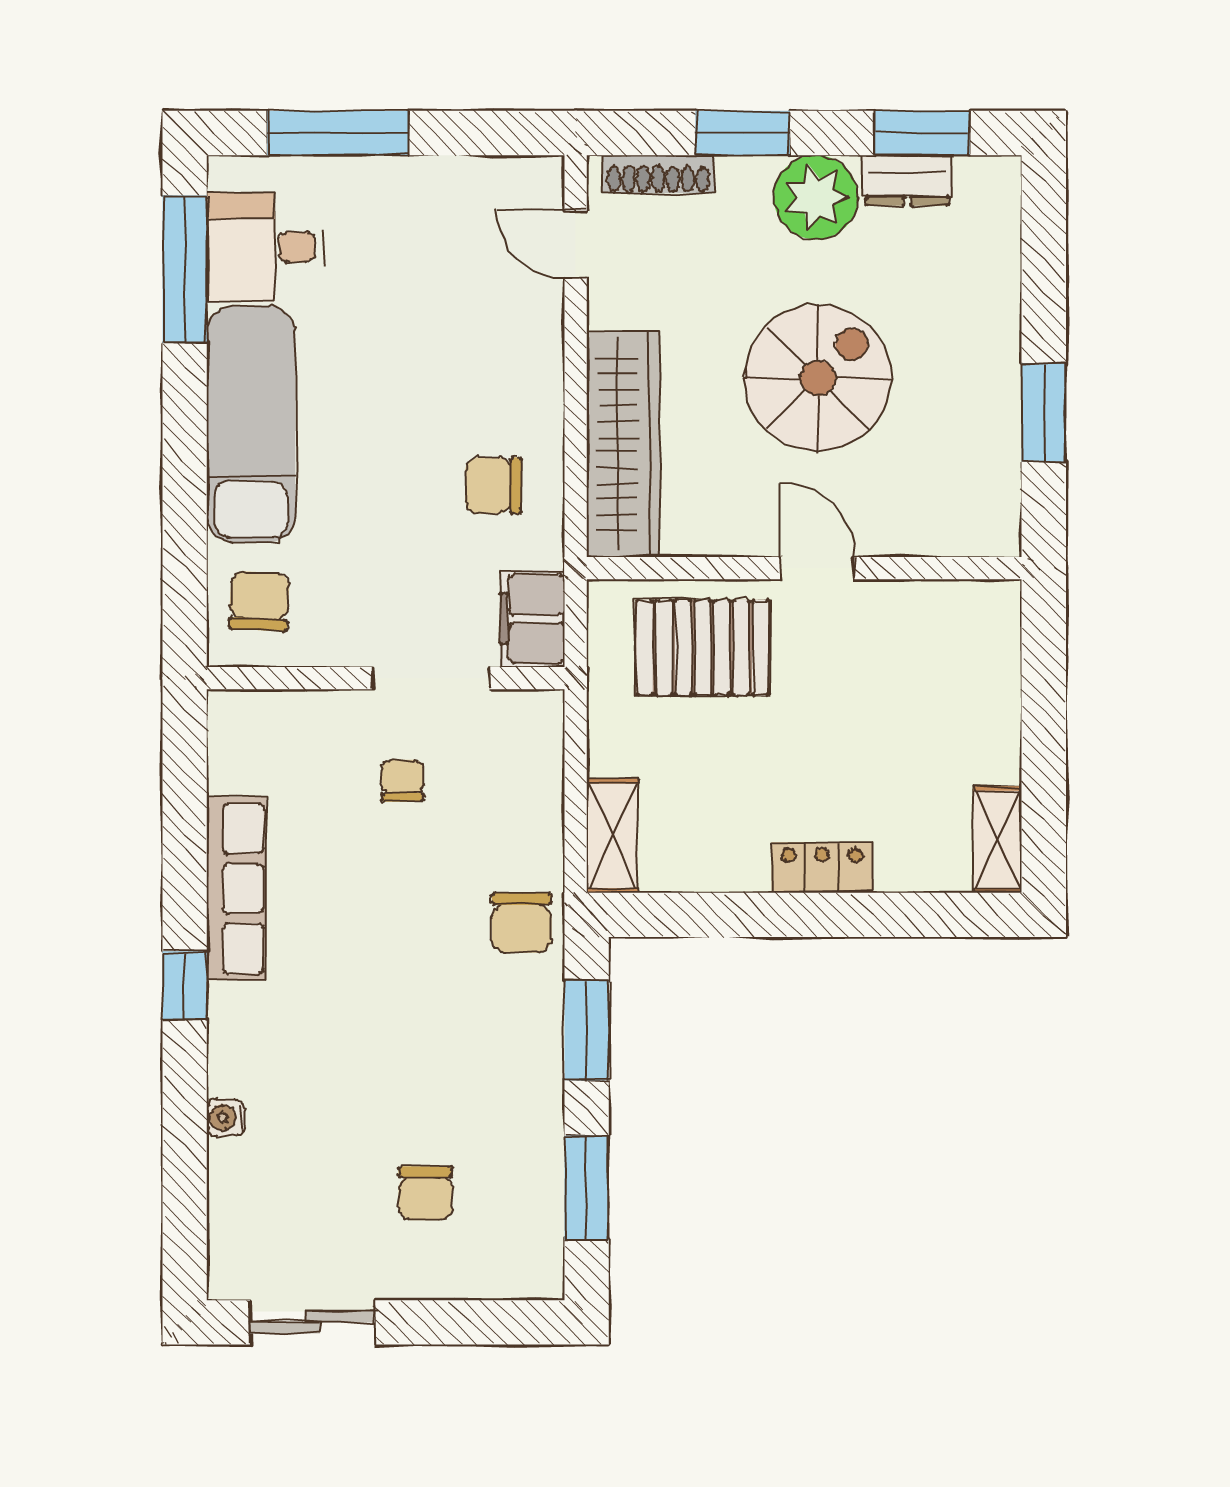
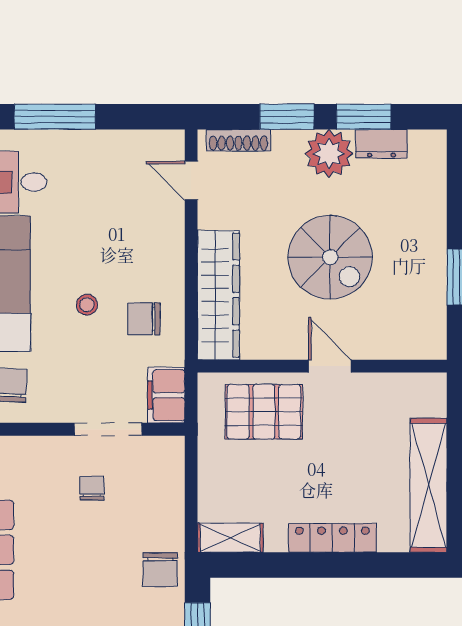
window: (922, 133) -> (364, 117), moved
spiral stairs: (818, 378) -> (330, 257), turned 90
stool: (394, 461) -> (87, 305), added
shelving: (612, 836) -> (230, 538), moved, turned 90
shelving: (998, 840) -> (429, 485), width x2.20, depth x1.33
locker: (822, 868) -> (332, 538), width x1.53

